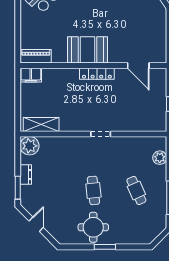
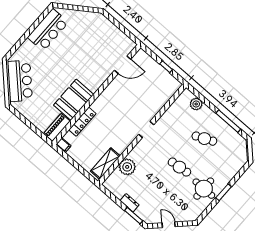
booth: (88, 50) -> (74, 100), moved
locker: (97, 74) -> (82, 122), moved
filing cabinet: (31, 75) -> (63, 145), width x0.50
plant: (30, 146) -> (127, 167), moved

